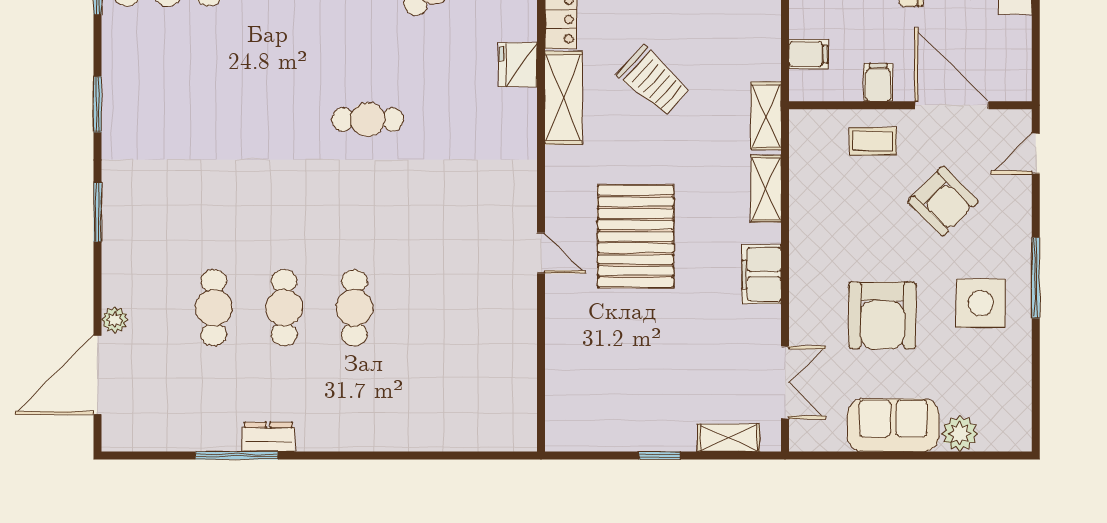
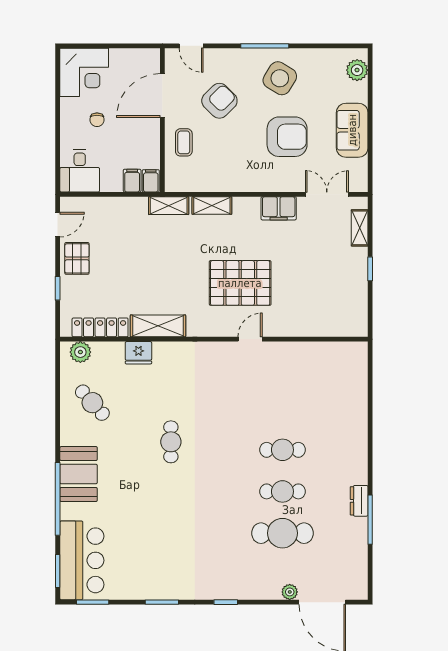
trolley: (654, 81) -> (148, 272), removed
filing cabinet: (878, 82) -> (151, 181), moved, turned 90
window: (98, 212) -> (226, 602), width x0.67
filing cabinet: (762, 274) -> (279, 208), moved
side table: (981, 303) -> (280, 78), turned 31
cafe table: (214, 308) -> (282, 533), width x1.37, depth x1.35
plant: (960, 433) -> (357, 70), moved

